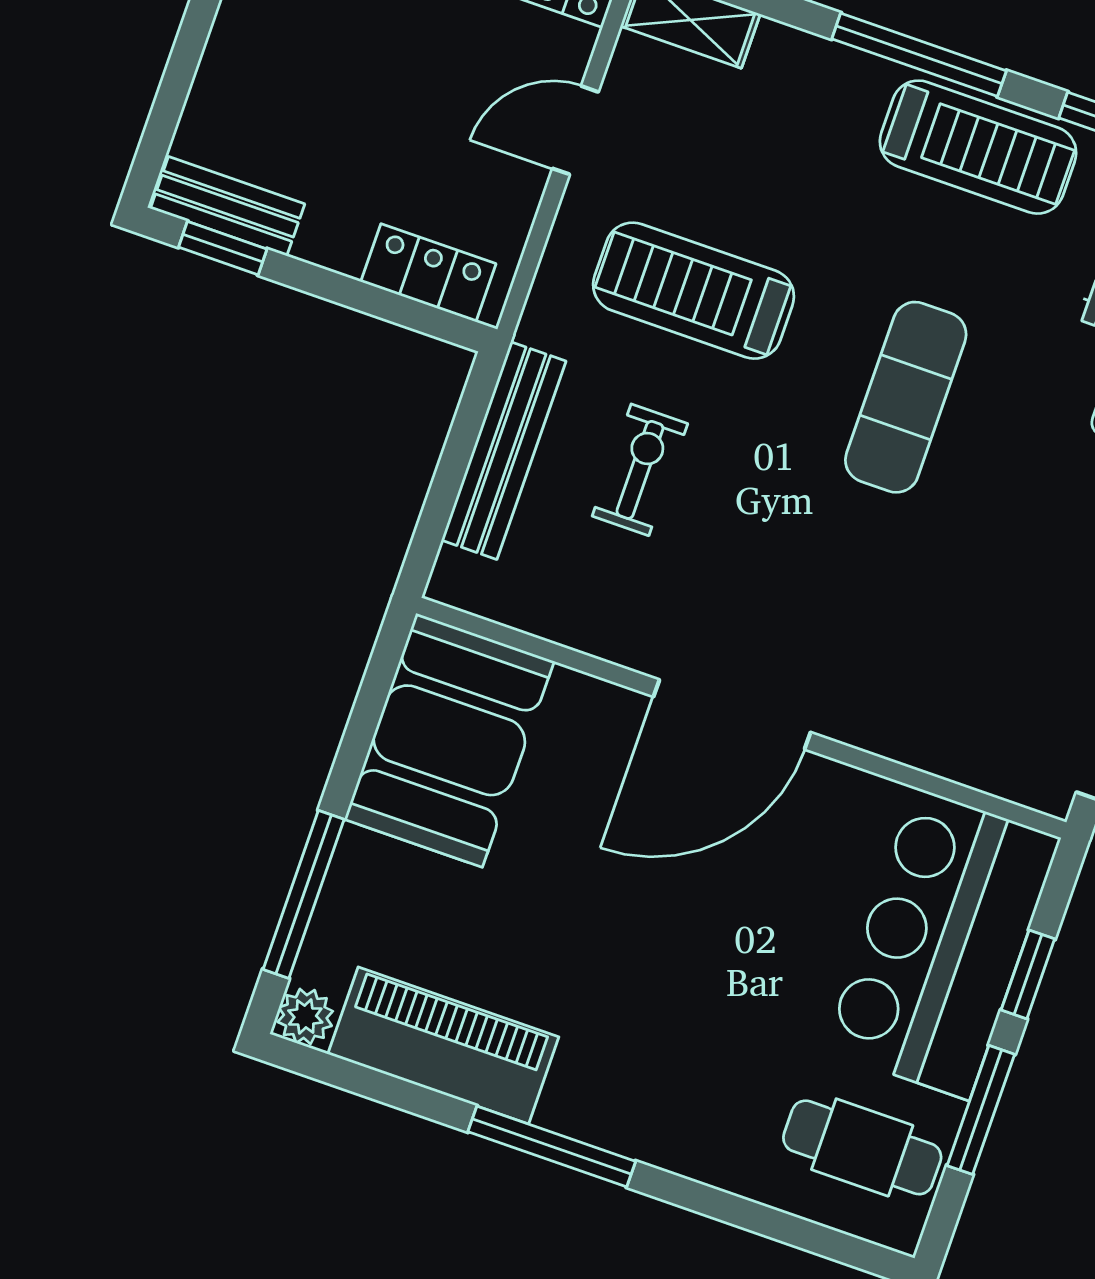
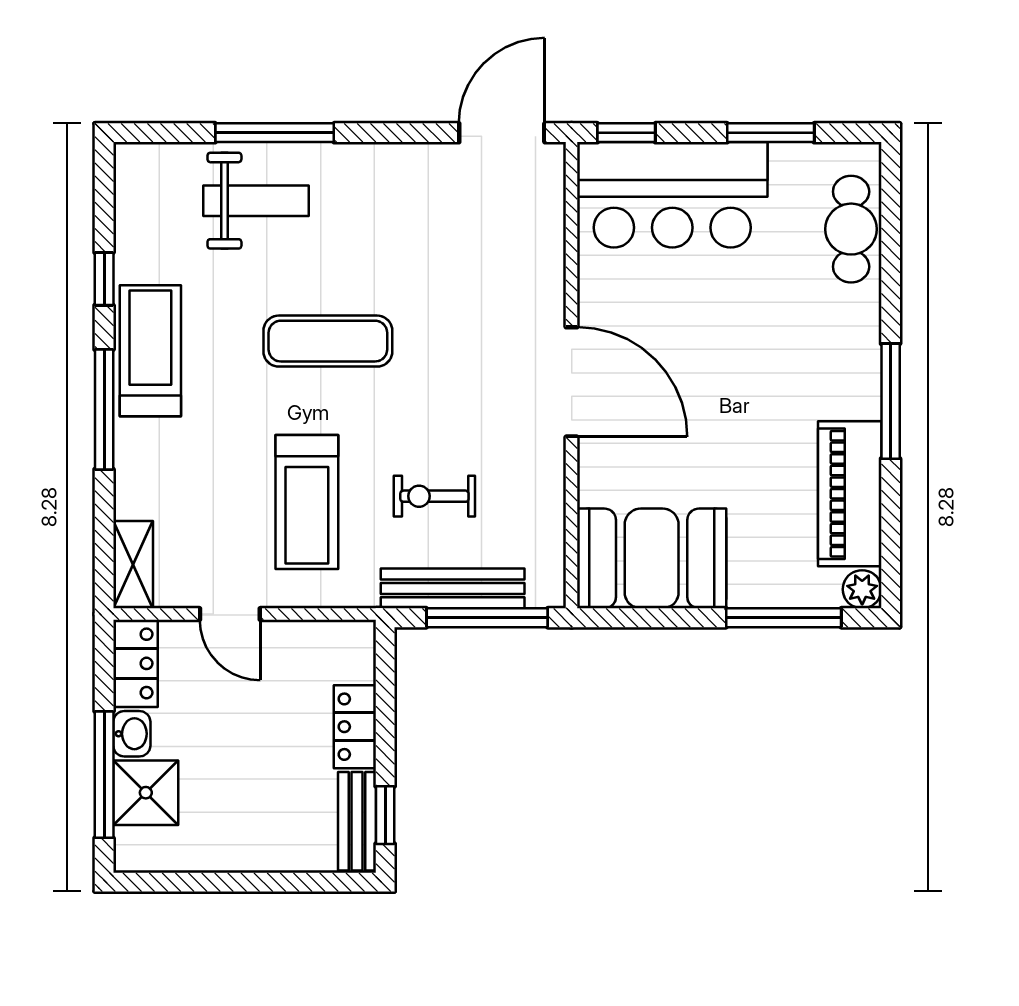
locker: (428, 273) -> (355, 727), moved
window: (446, 484) -> (487, 618), added
window: (1028, 974) -> (626, 133), moved
cafe table: (862, 1147) -> (851, 229), moved

